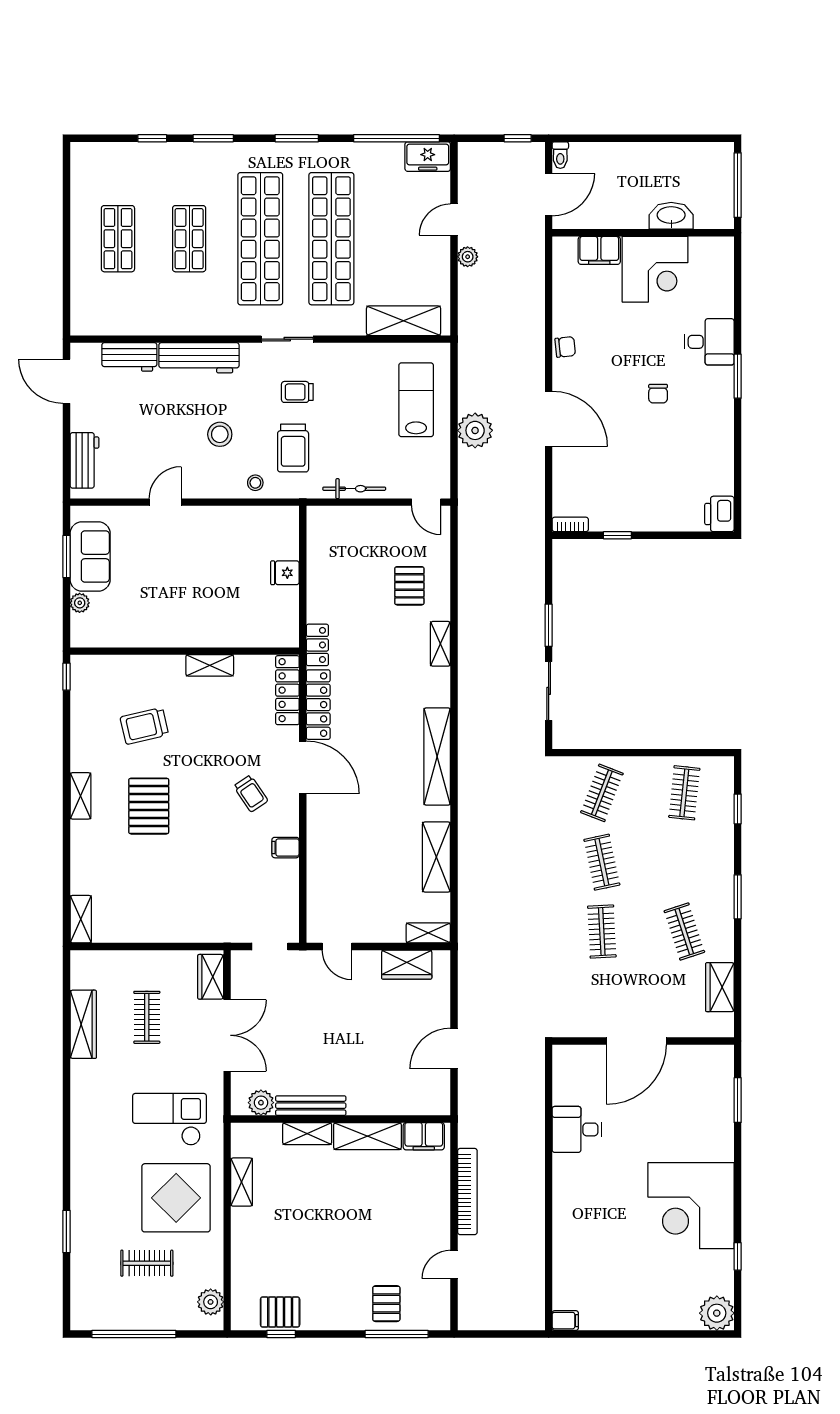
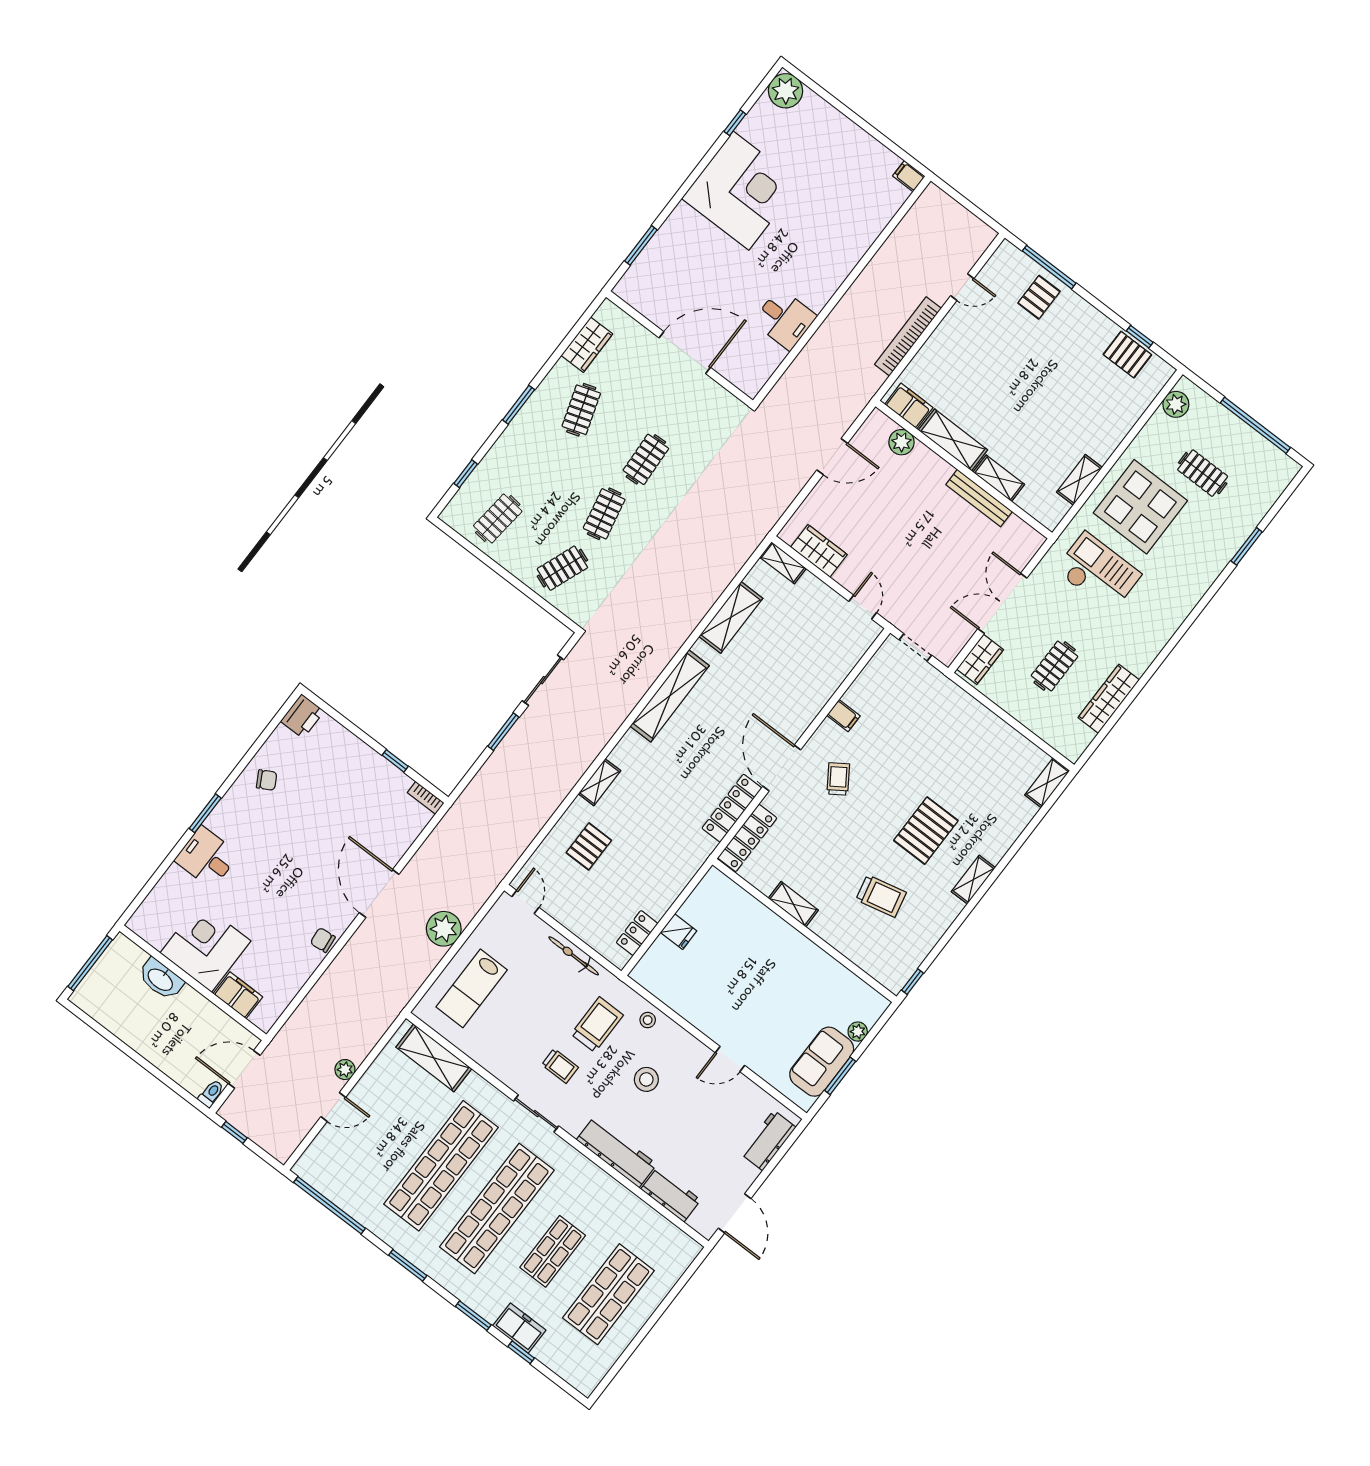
freezer: (428, 157) -> (519, 1328), moved
shop shelf: (118, 239) -> (608, 1294), width x1.43, depth x1.36
chair: (658, 394) -> (267, 780), moved, turned 61
locker: (317, 645) -> (637, 933), moved
plant: (261, 1103) -> (901, 442), moved
checkout: (170, 1119) -> (1098, 572), turned 180

